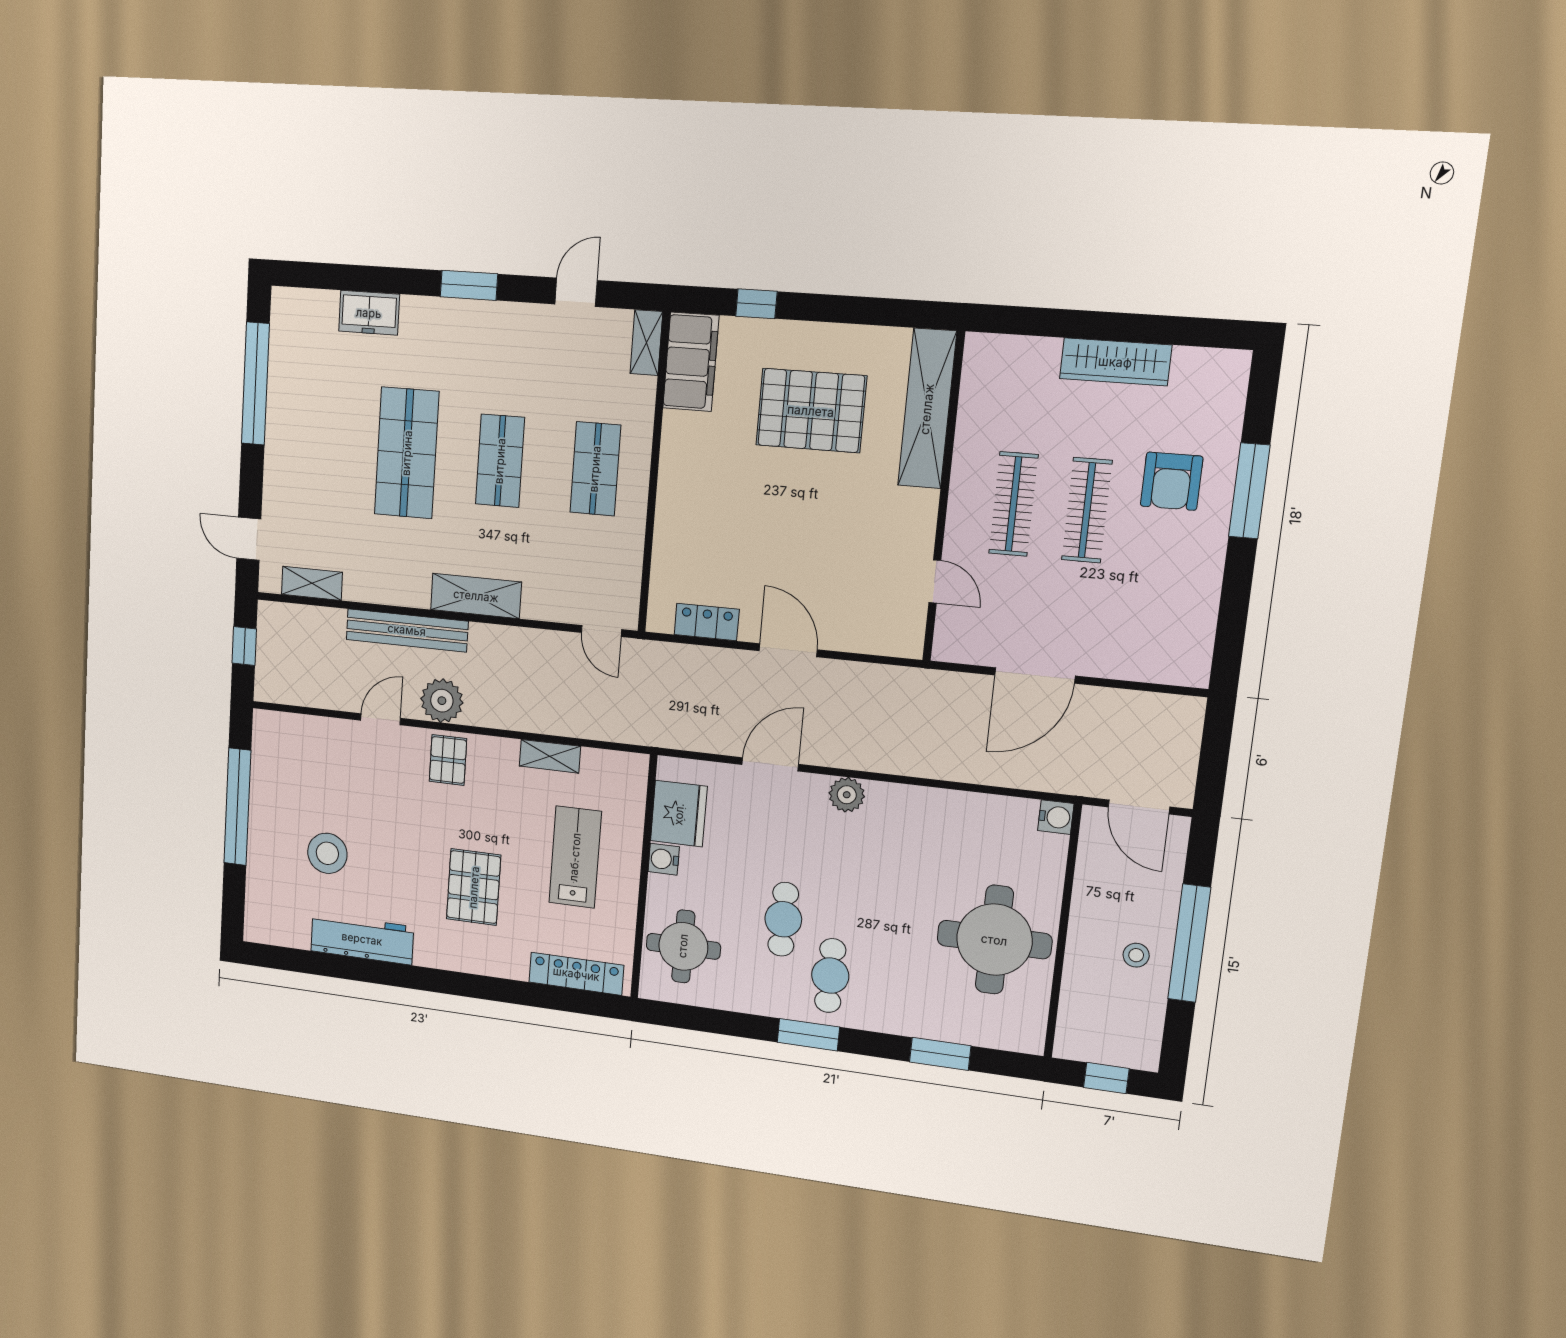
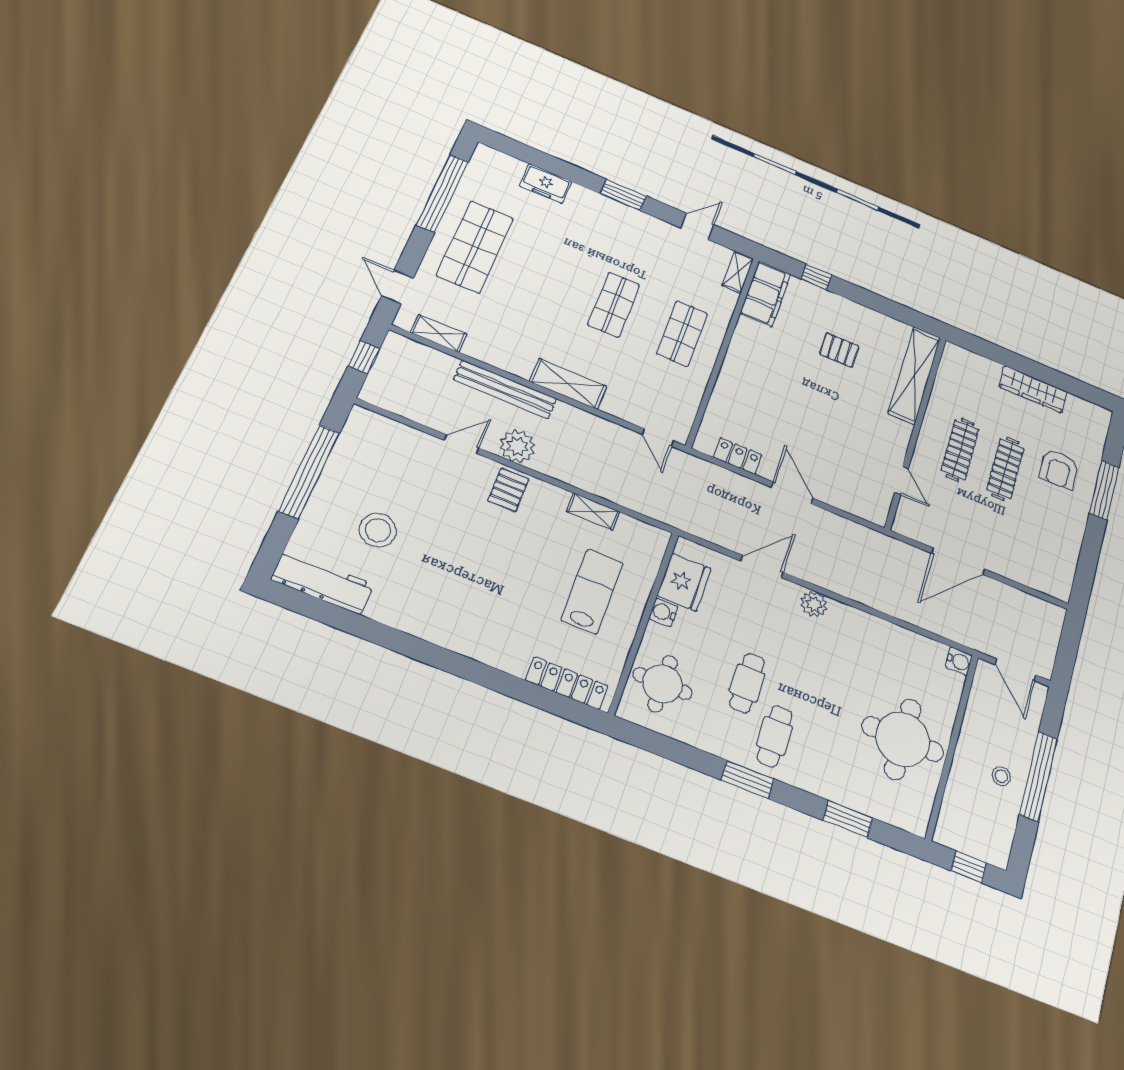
pallet: (811, 411) -> (839, 350), width x0.49, depth x0.50
shop shelf: (407, 453) -> (475, 247), moved
pallet: (474, 887) -> (499, 591), removed
workbench: (362, 939) -> (322, 582), moved

